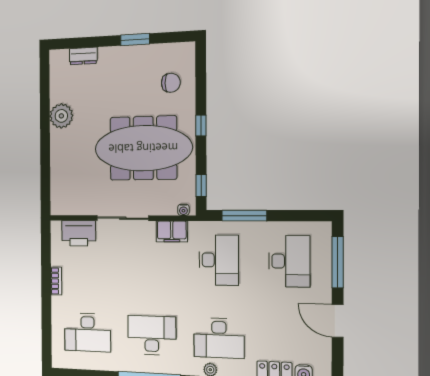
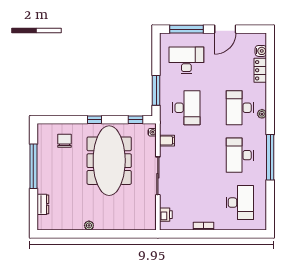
window: (135, 39) -> (33, 166), width x2.11
plant: (61, 116) -> (89, 225), width x0.53, depth x0.53
filing cabinet: (172, 231) -> (167, 141), width x0.50
printer: (79, 233) -> (166, 215), width x0.53, depth x0.68
desk: (219, 260) -> (186, 108), turned 90
desk: (219, 338) -> (240, 108), turned 180

